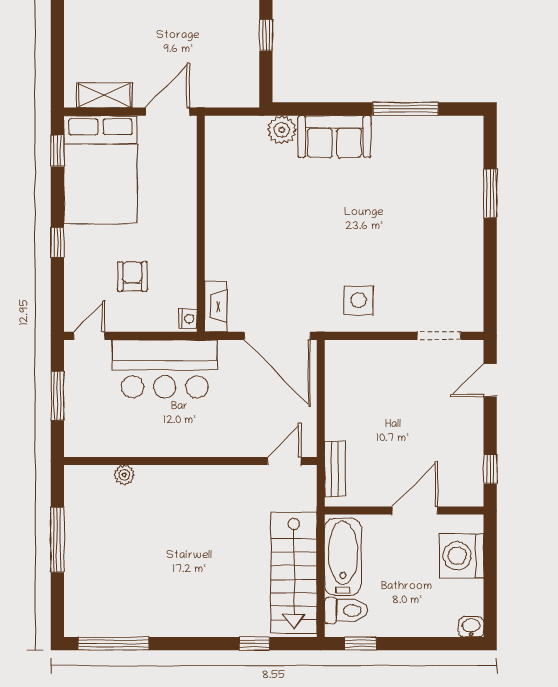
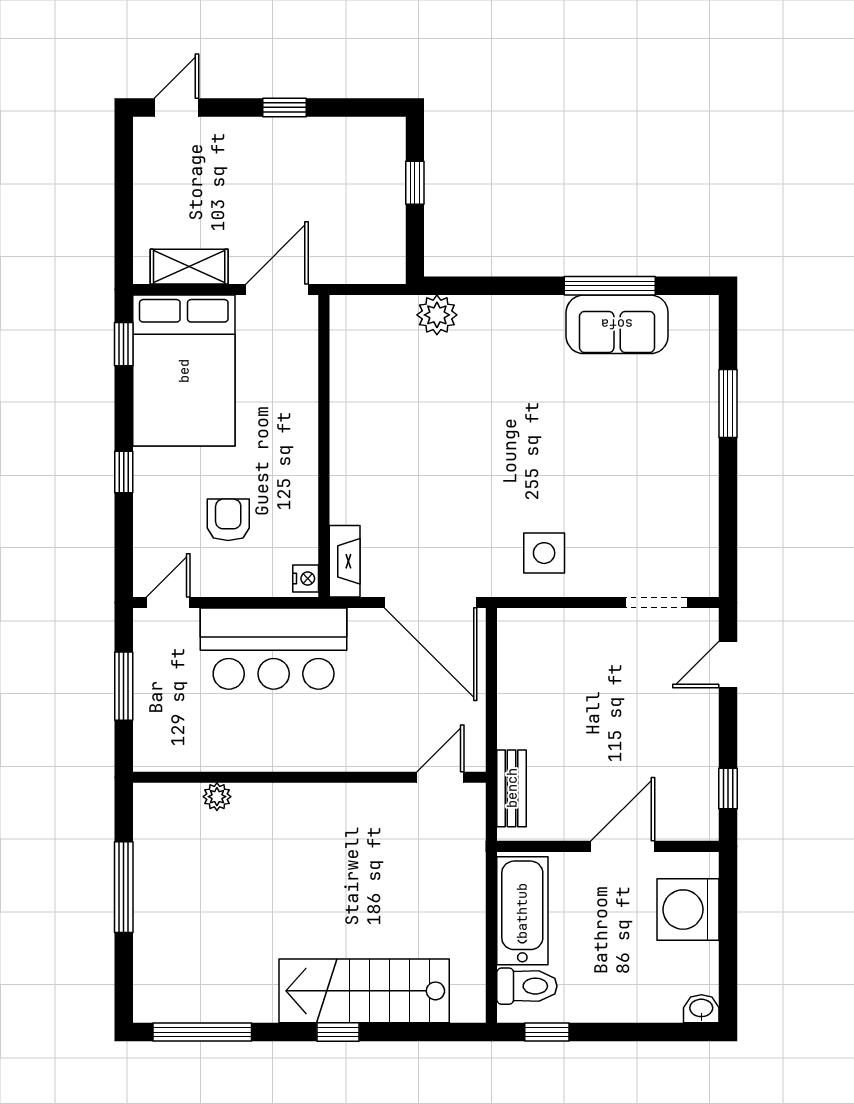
sofa: (335, 137) -> (617, 324), moved
stairs: (294, 573) -> (364, 991), moved, turned 90
window: (254, 644) -> (338, 1032), moved

